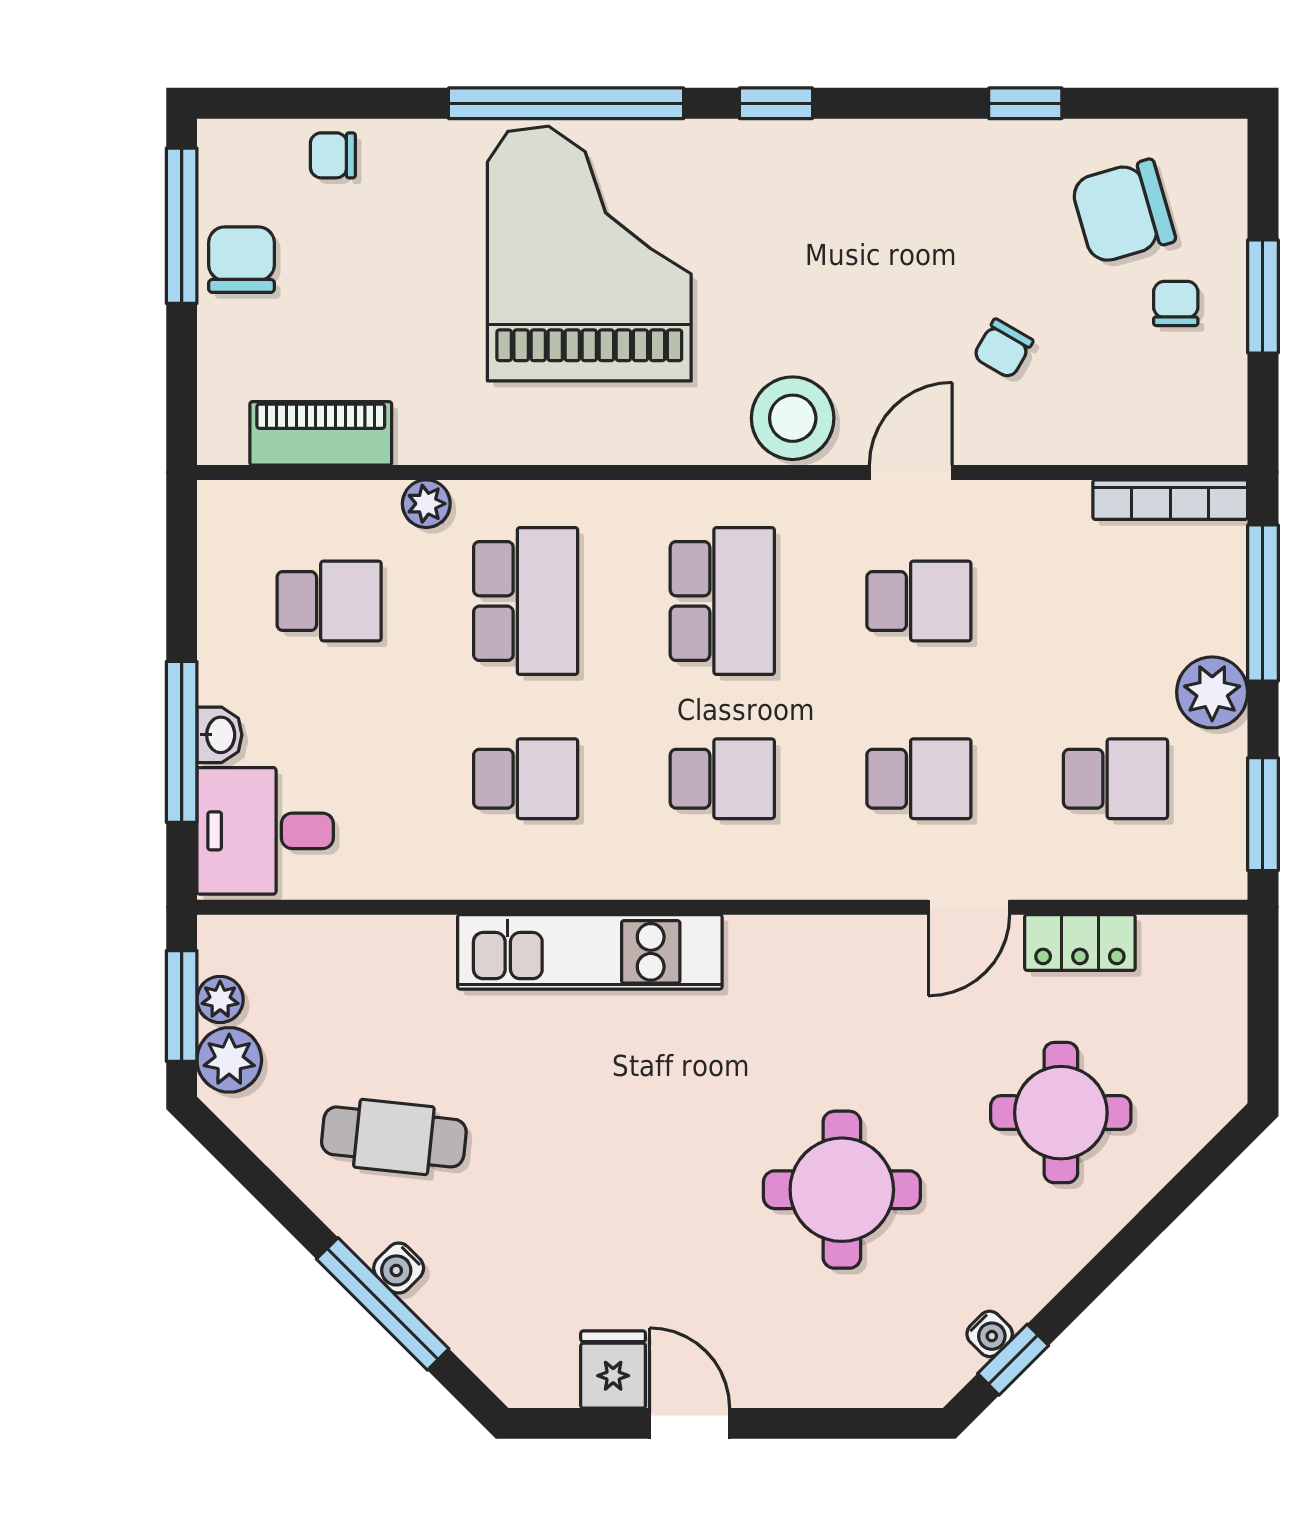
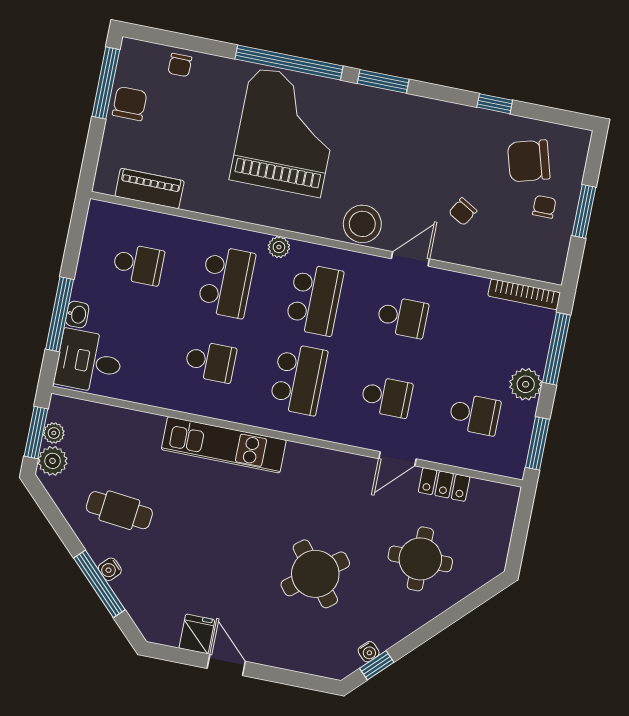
window: (776, 103) -> (383, 81), width x1.50
chair: (333, 155) -> (180, 65), turned -90
plant: (426, 504) -> (279, 247), moved
school desk: (722, 779) -> (299, 379), width x1.85
round table: (842, 1190) -> (315, 574), turned -38

